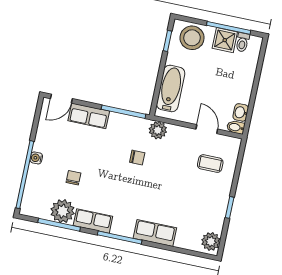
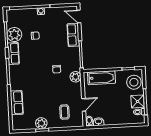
row of seats: (155, 233) -> (17, 103), moved
plant: (211, 241) -> (41, 123), moved

